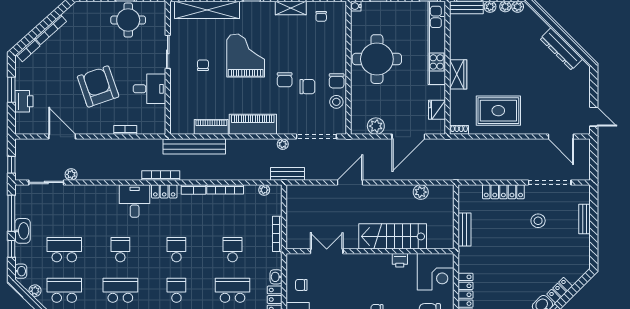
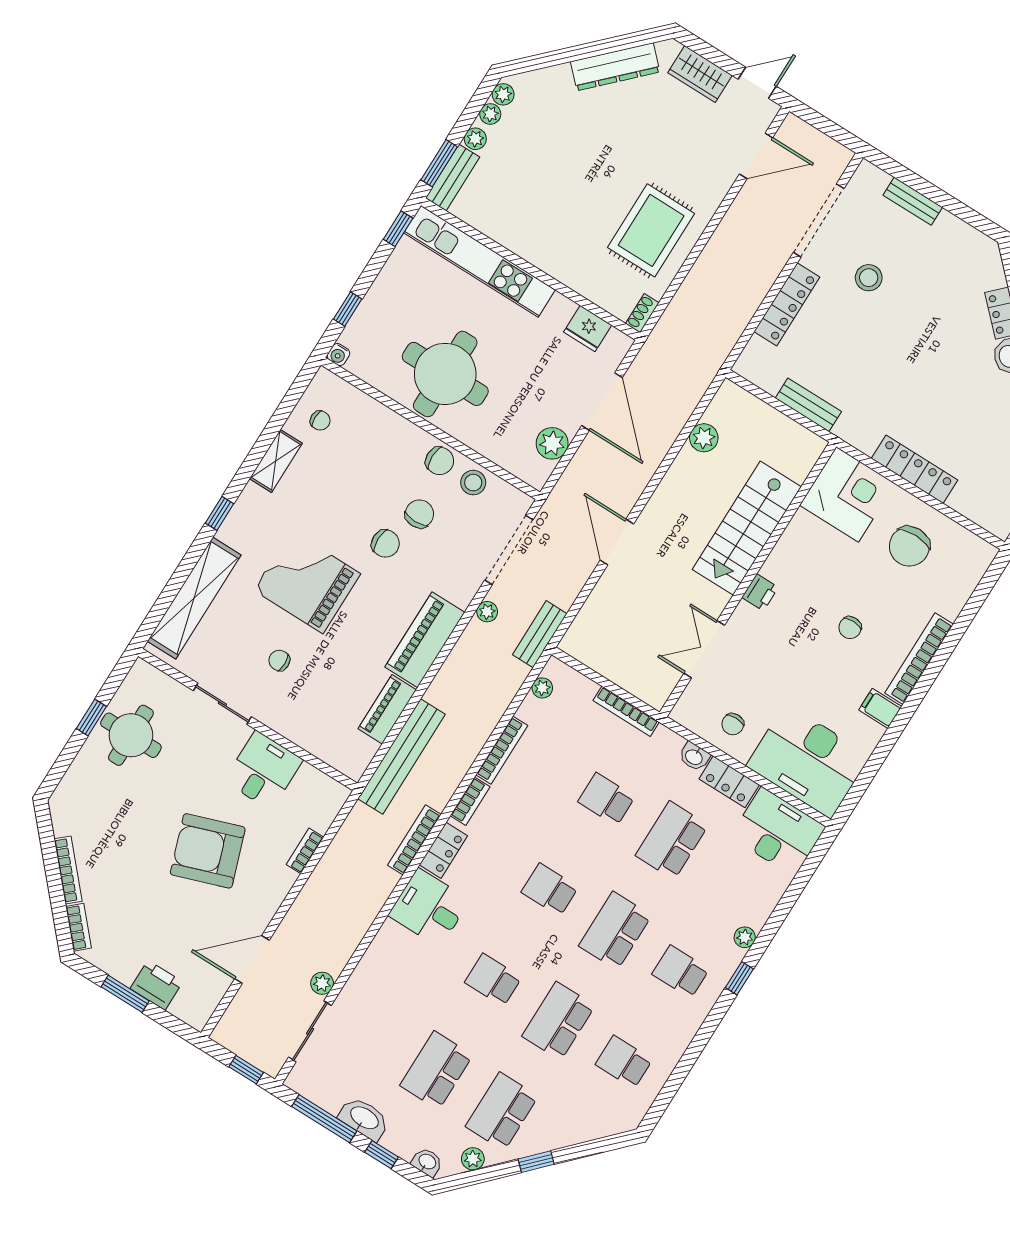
wardrobe: (458, 74) -> (700, 74), moved, turned 180
printer: (400, 260) -> (760, 592), moved
school desk: (176, 290) -> (615, 931), width x1.85

